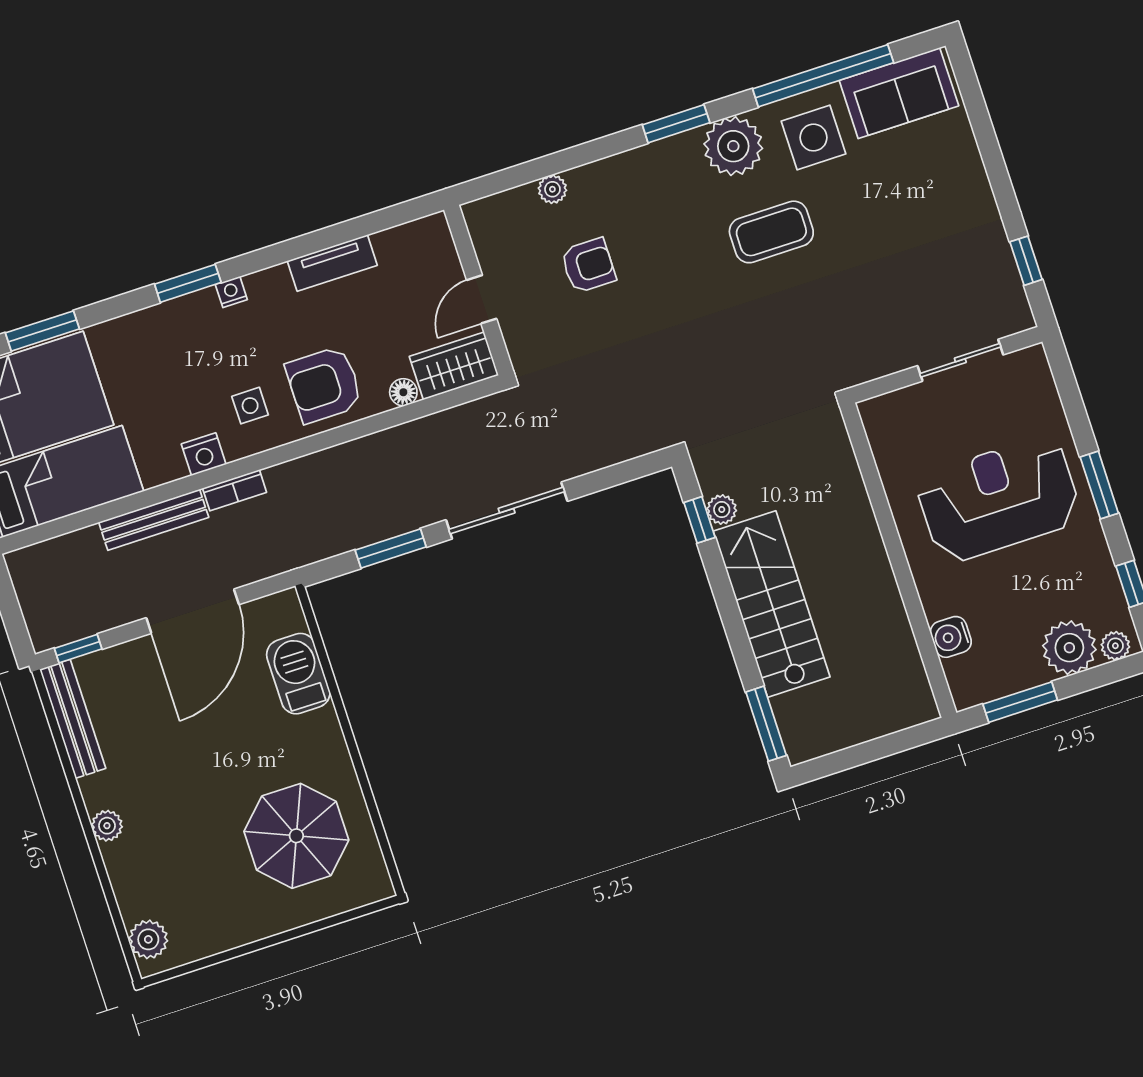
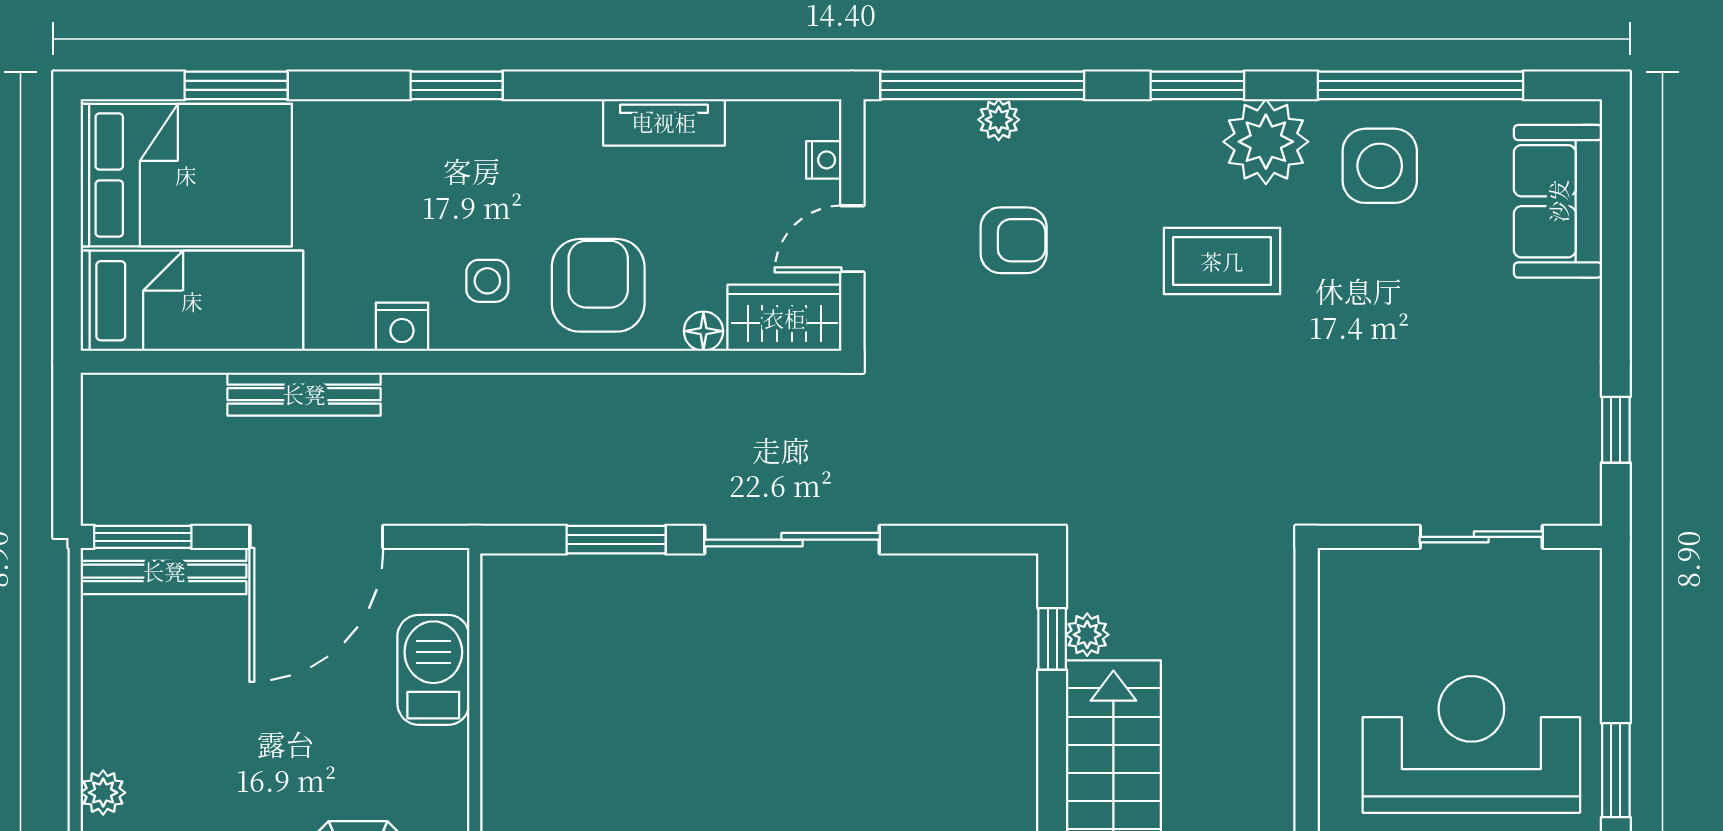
sofa: (899, 93) -> (1558, 201), moved, turned 90
window: (534, 170) -> (982, 85), added
coffee table: (771, 232) -> (1222, 261), moved
nightstand: (231, 292) -> (824, 160), moved, turned 90
armchair: (324, 385) -> (598, 285), turned 90
bookcase: (235, 490) -> (428, 390), removed
window: (78, 649) -> (143, 537), width x1.50
bench: (73, 719) -> (164, 571), moved, turned 90

